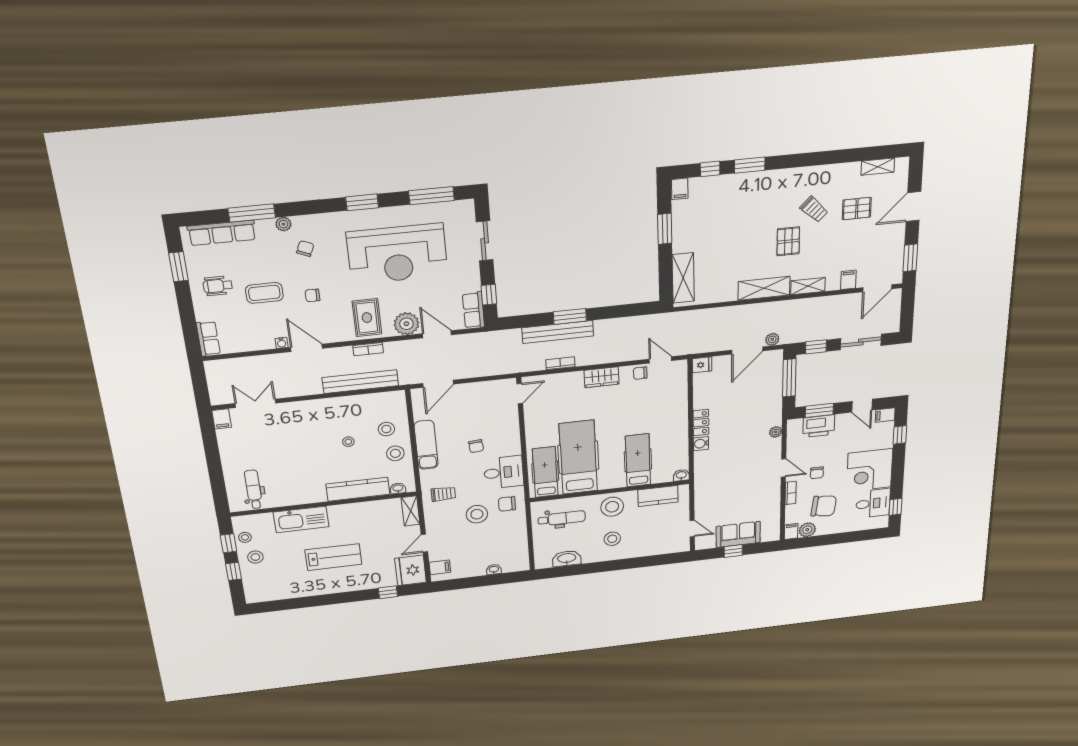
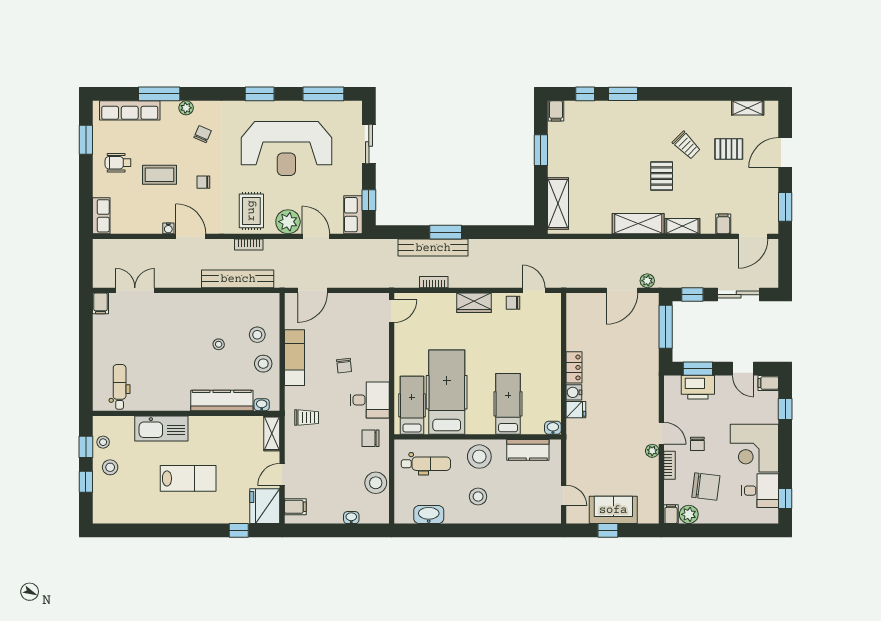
fridge: (702, 365) -> (576, 410), moved
plant: (776, 432) -> (652, 451), moved
stool: (477, 514) -> (376, 483), moved

